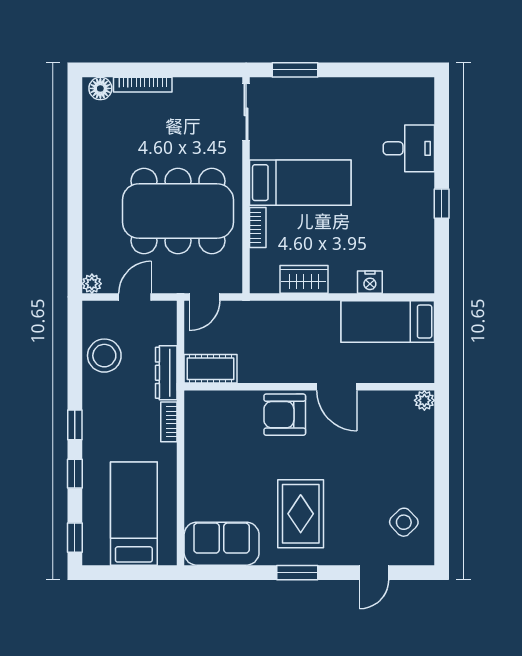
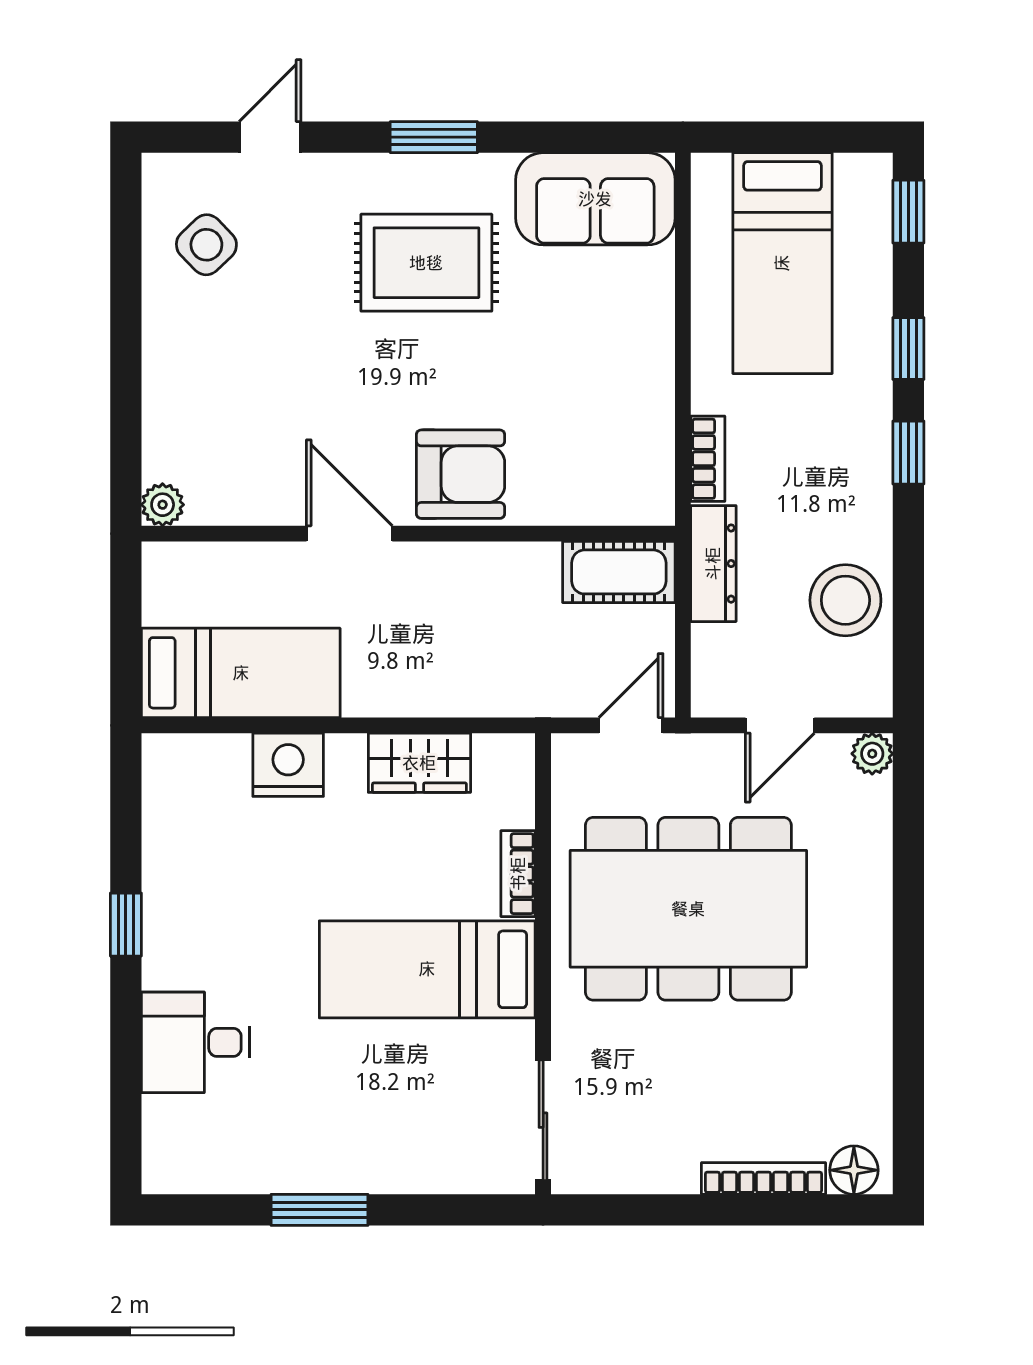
window: (295, 70) -> (319, 1210), moved
nightstand: (370, 282) -> (288, 765), width x1.36, depth x1.33
rug: (301, 514) -> (426, 263), turned 90

